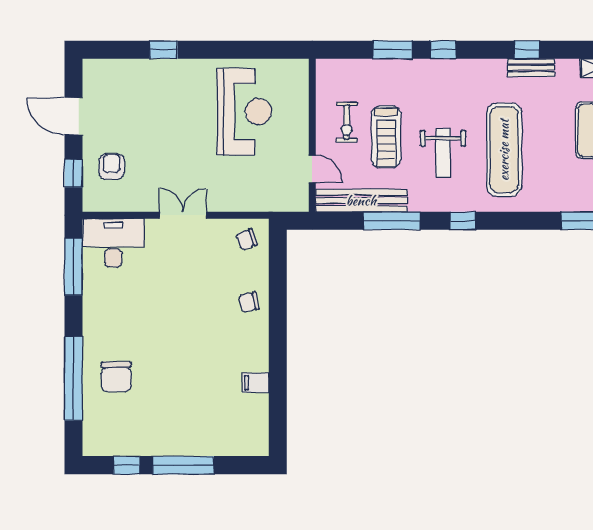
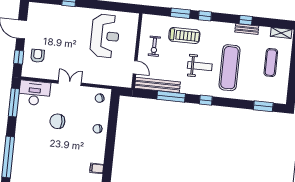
treadmill: (386, 137) -> (184, 36), moved, turned -90
weight bench: (443, 153) -> (200, 66), turned -90
chair: (116, 377) -> (57, 121), moved, turned 90

